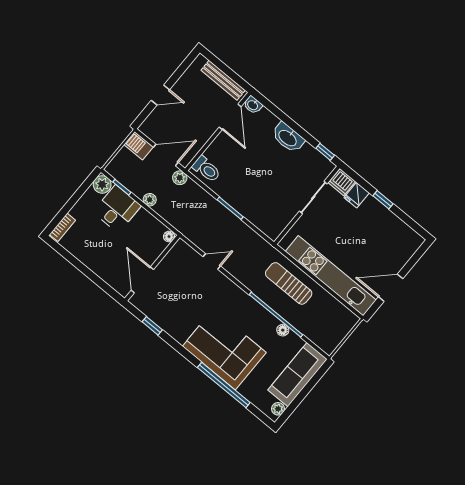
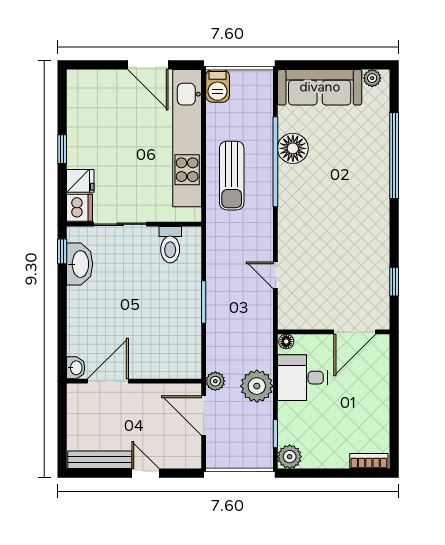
bench: (223, 80) -> (100, 460), moved, turned 90
washbasin: (288, 138) -> (80, 264), moved
barbecue: (139, 146) -> (218, 86), moved
toilet: (206, 169) -> (170, 245), moved, turned 180
plant: (150, 200) -> (257, 386), width x1.87, depth x1.87
desk: (117, 209) -> (302, 378), moved
floor lamp: (283, 330) -> (293, 148), width x1.89, depth x1.89
corner sofa: (224, 349) -> (356, 186), removed

